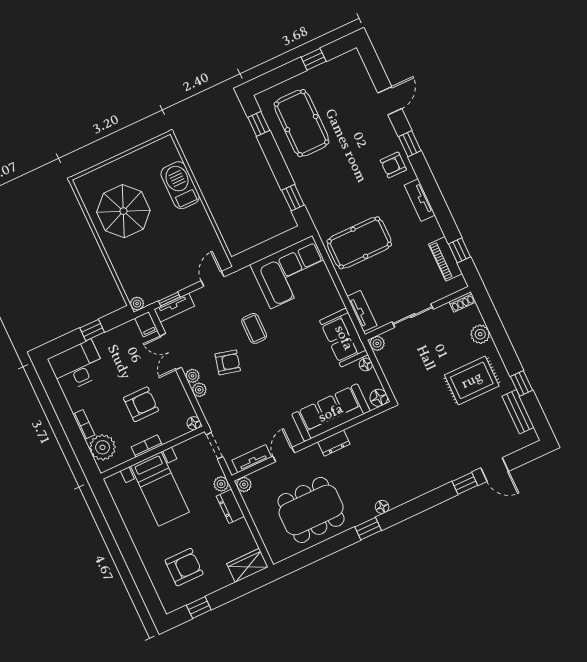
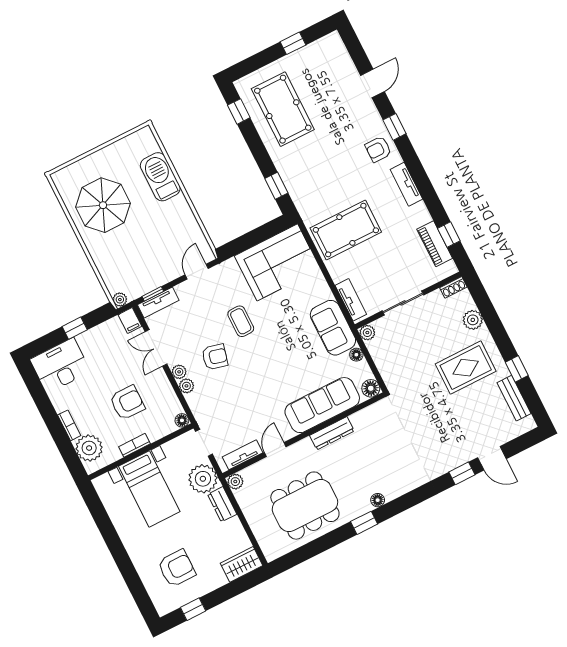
dresser: (334, 443) -> (332, 433), width x1.44
plant: (221, 484) -> (203, 479), width x1.88, depth x1.88

